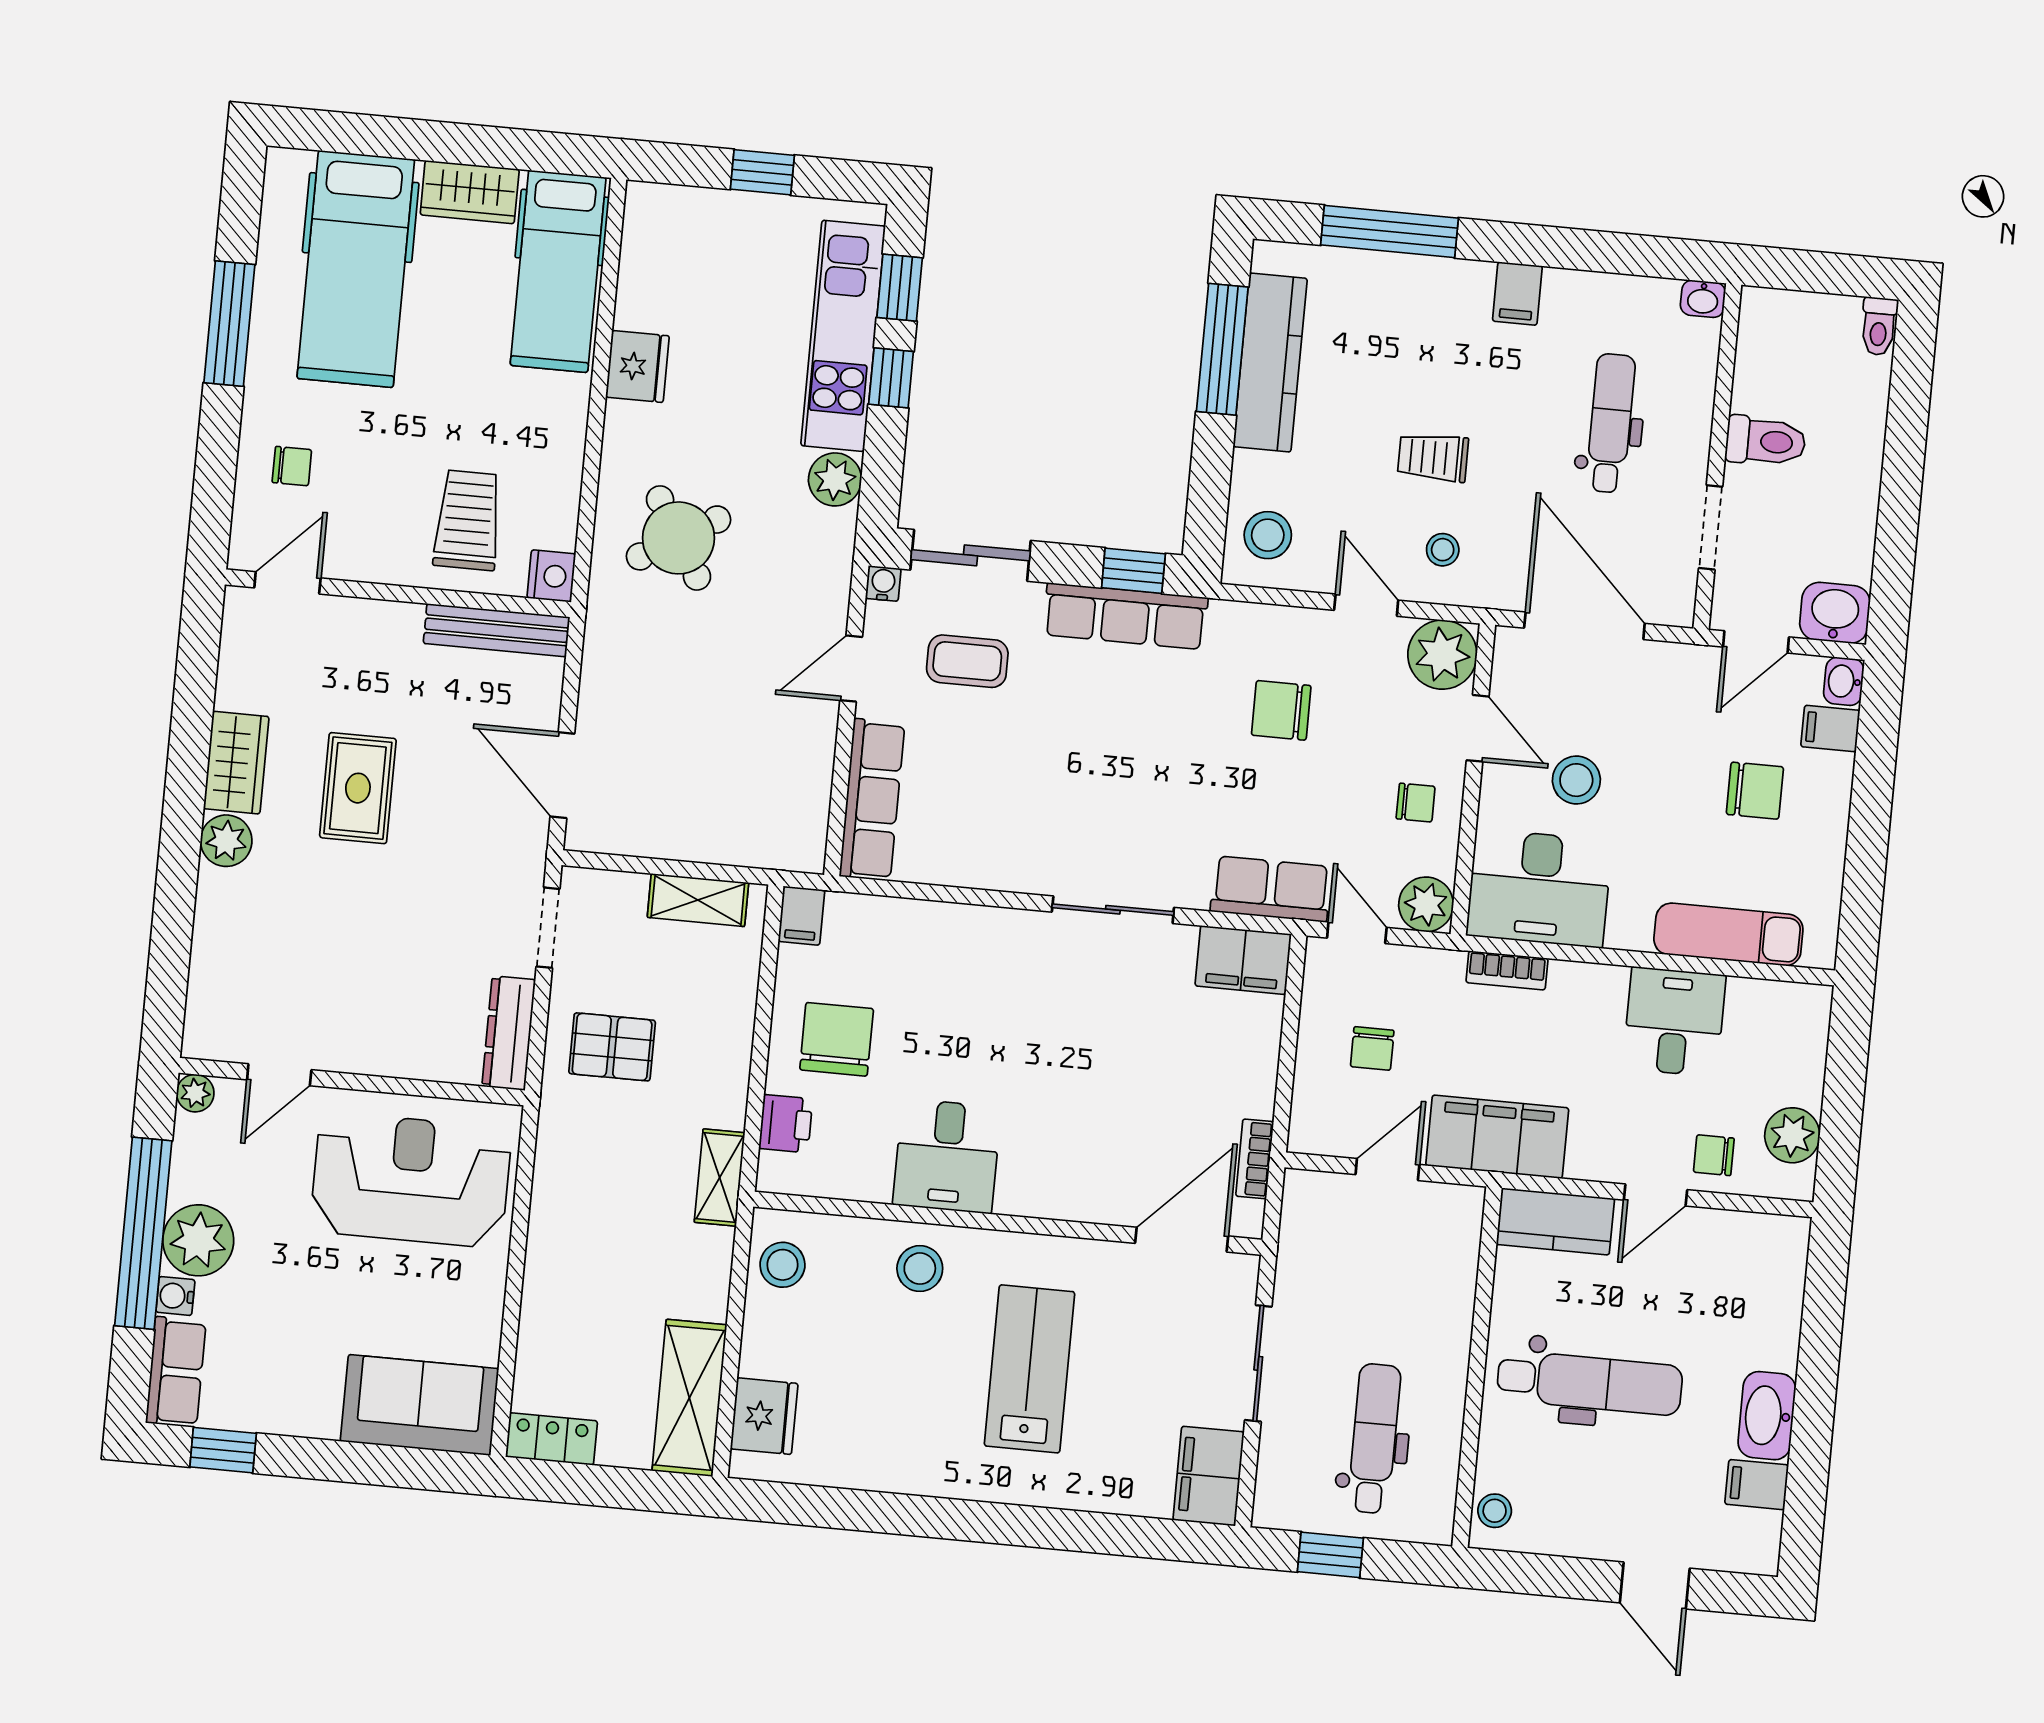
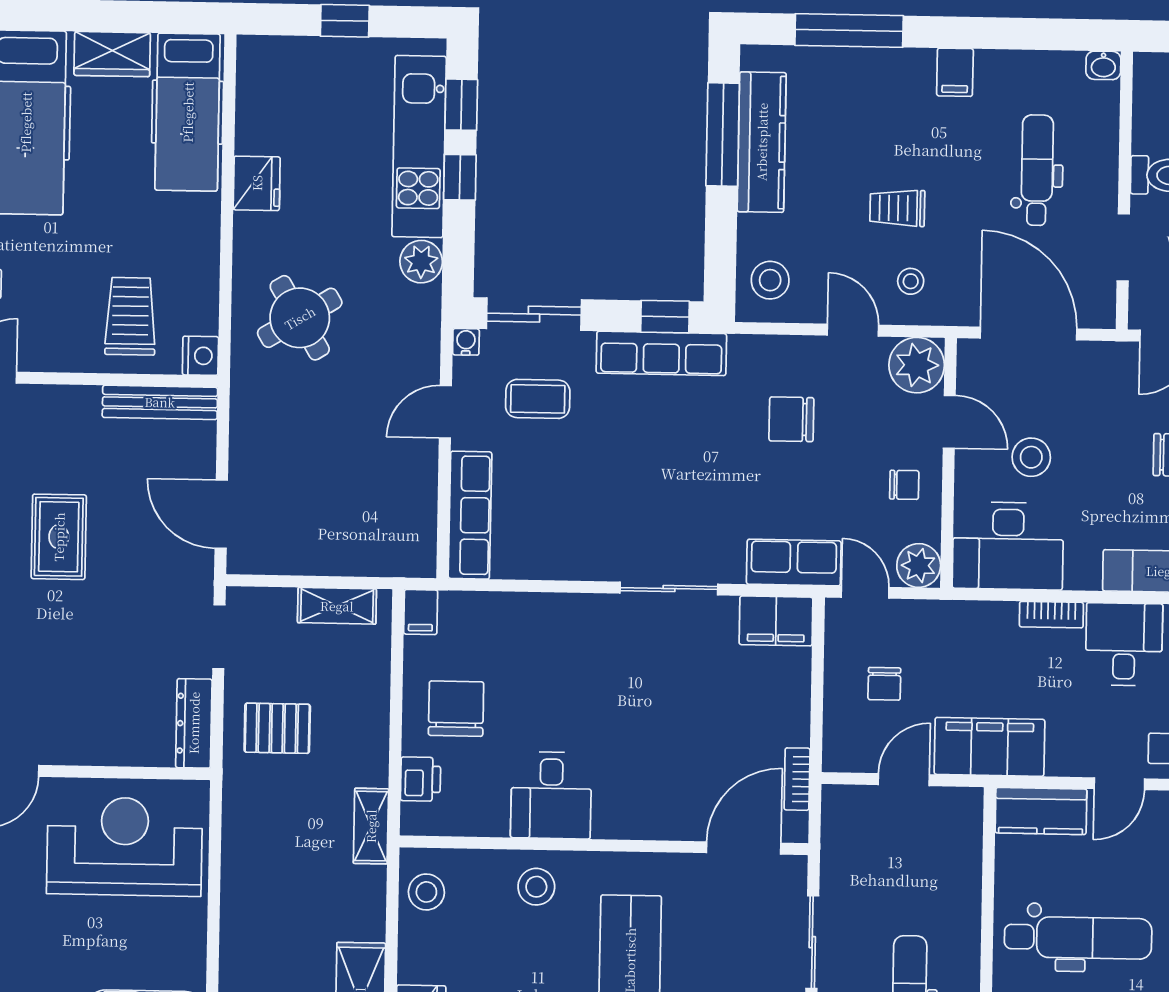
bookcase: (1507, 970) -> (1051, 615), moved

